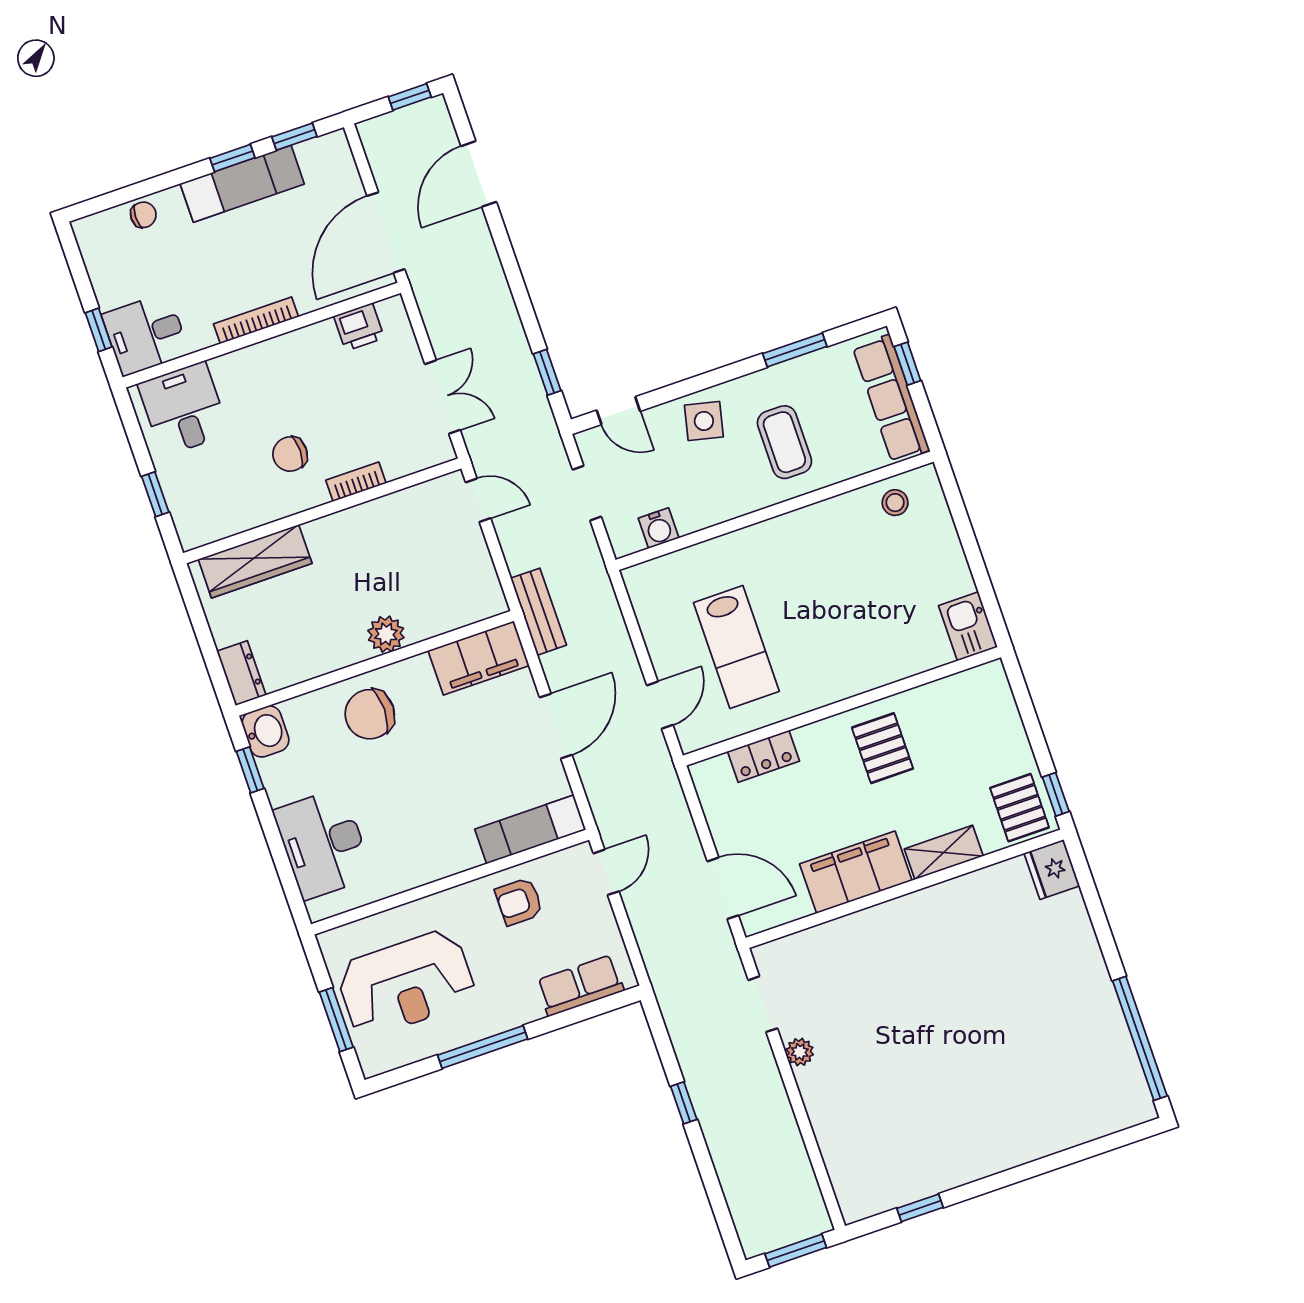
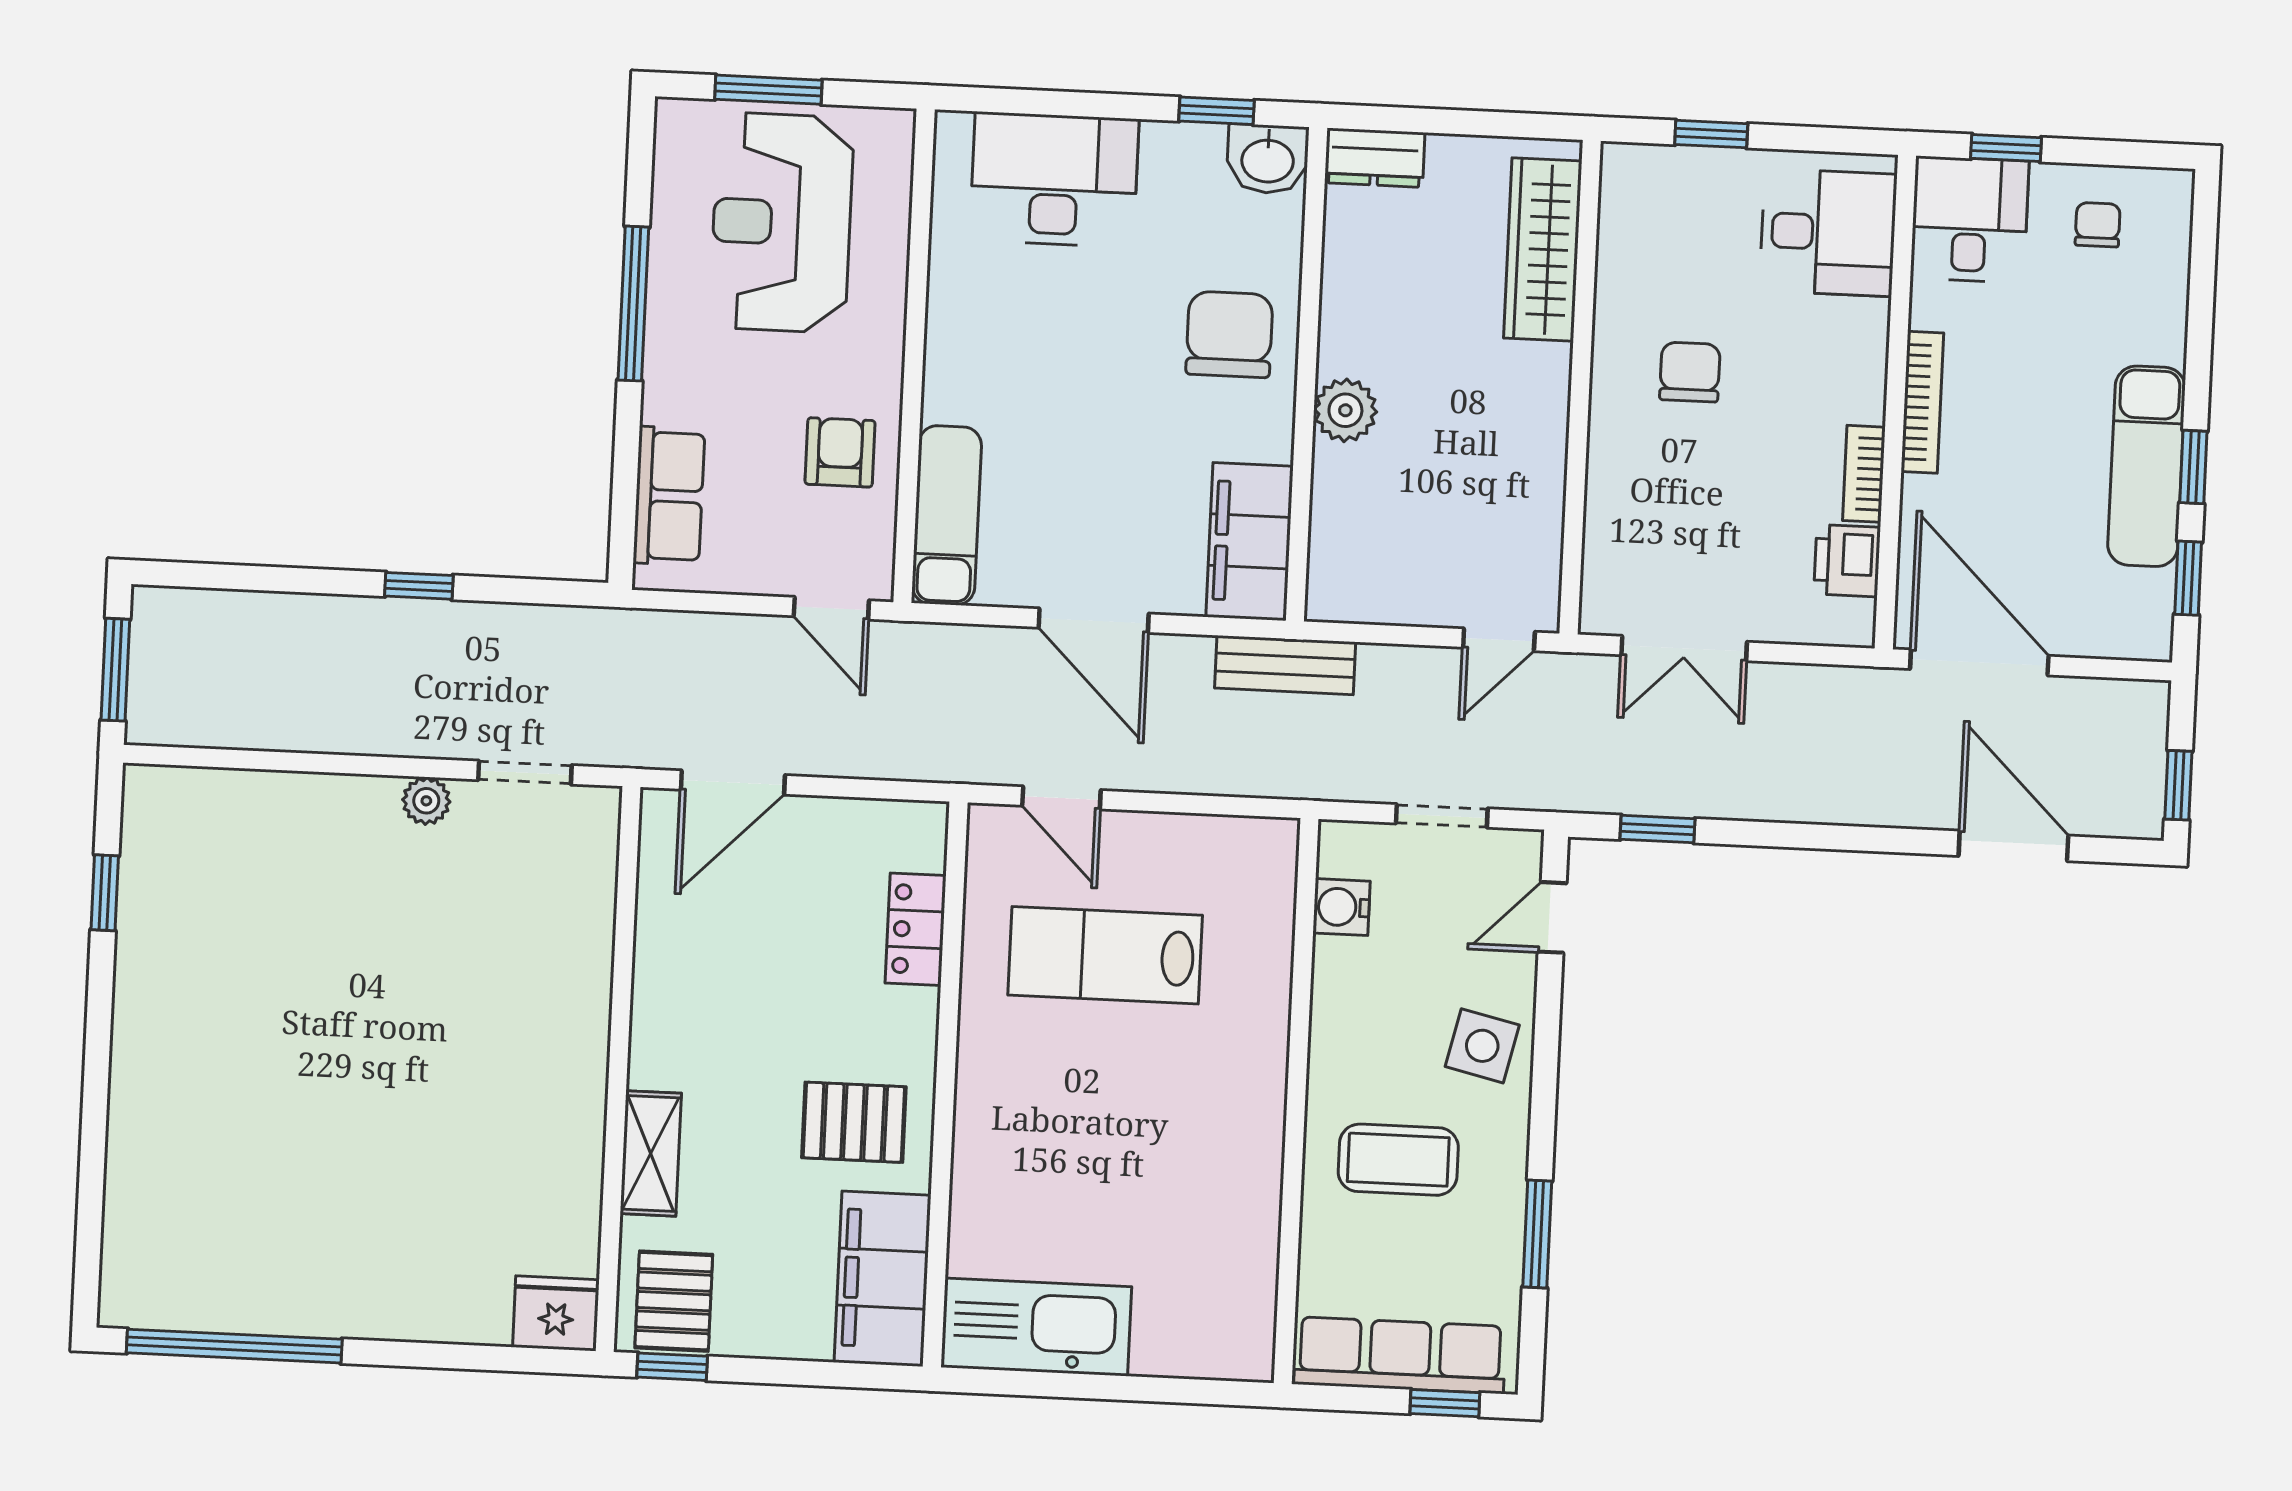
chair: (143, 215) -> (2098, 225), moved, turned 180
bookcase: (356, 482) -> (1864, 474), moved, turned 180
stool: (895, 503) -> (1233, 1296), removed
kitchen sink: (968, 626) -> (1036, 1327), width x1.88, depth x1.24
pallet: (1020, 808) -> (674, 1301), turned 90
filing cabinet: (856, 872) -> (883, 1279), moved, turned 180

